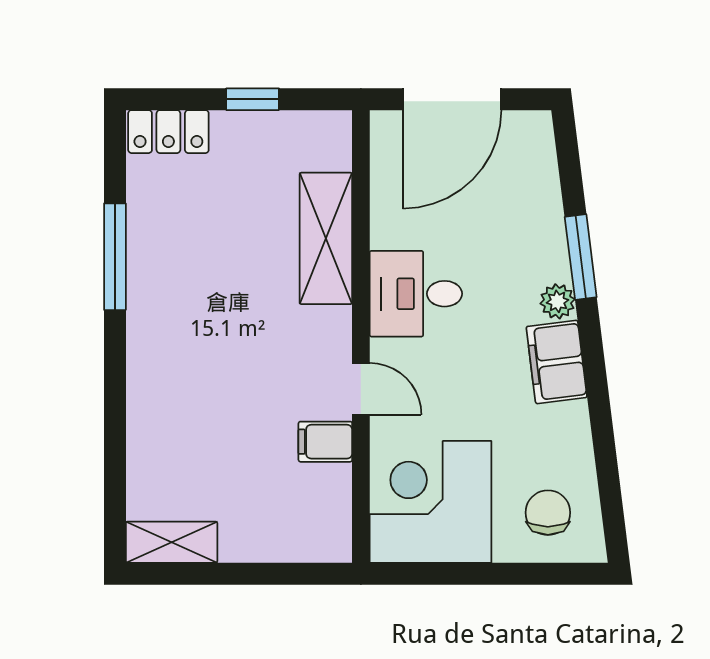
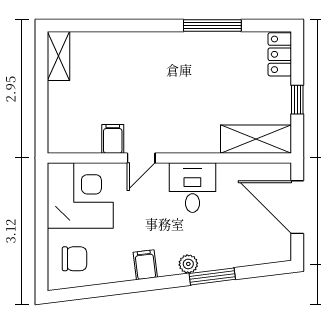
shelving: (326, 238) -> (256, 139), moved
filing cabinet: (557, 362) -> (145, 265), width x0.50

